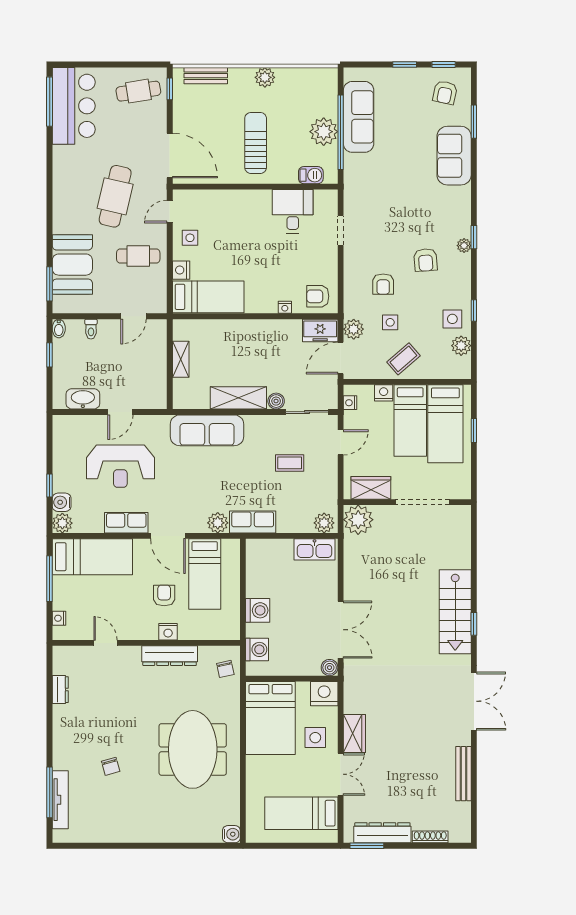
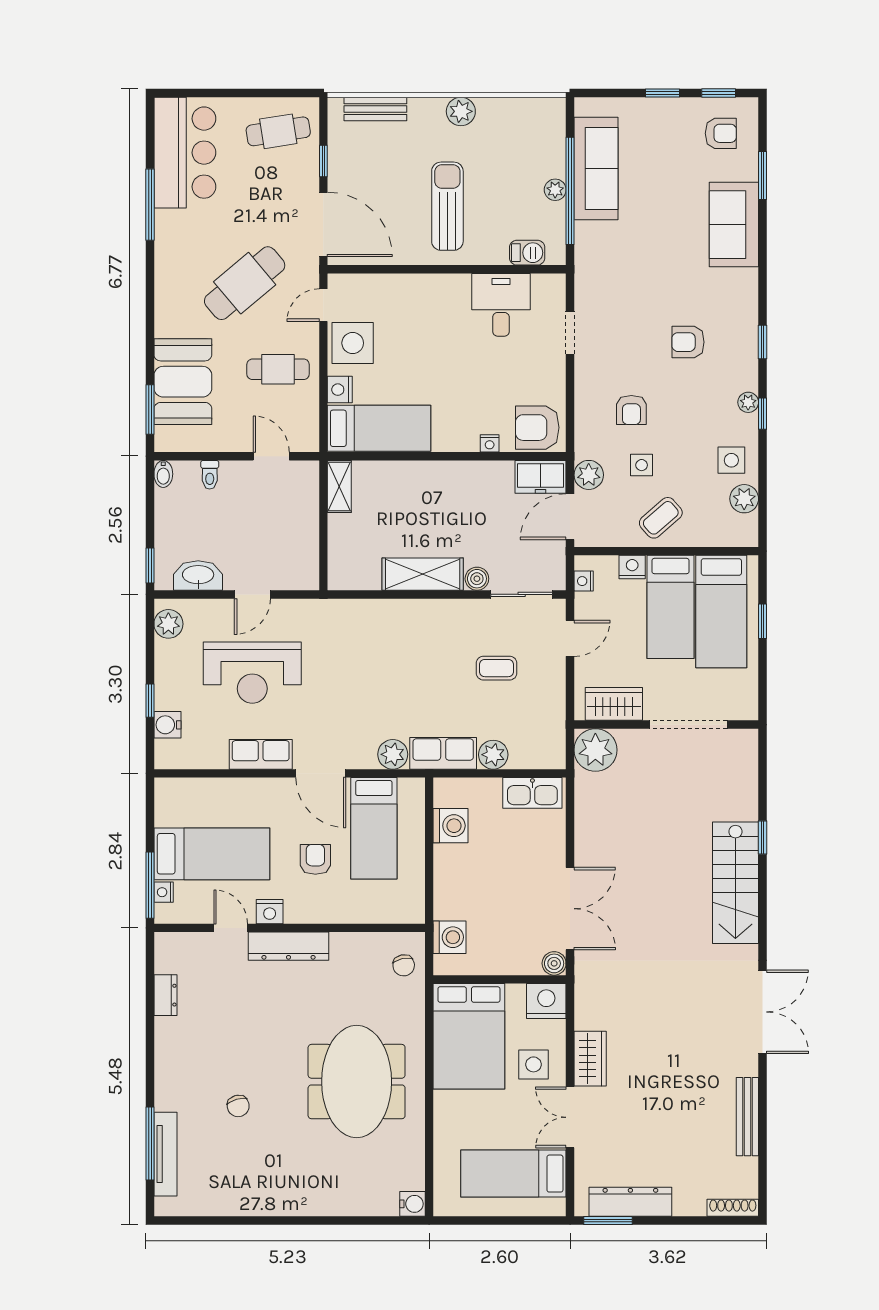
window: (170, 89) -> (323, 161), moved
armchair: (445, 93) -> (721, 133), turned -102
window: (50, 102) -> (150, 205), moved
plant: (324, 132) -> (555, 190), width x0.53, depth x0.53
cafe table: (115, 196) -> (245, 283), turned 37
side table: (190, 238) -> (353, 343), width x1.87, depth x1.87
plant: (464, 246) -> (748, 402), moved
armchair: (426, 260) -> (688, 342), moved, turned 94
armchair: (318, 296) -> (537, 428), width x1.38, depth x1.38
window: (474, 310) -> (762, 414), moved
door: (134, 316) -> (271, 456), swing flipped
window: (50, 355) -> (150, 565), moved
shelving: (181, 359) -> (339, 486), moved
sofa: (207, 430) -> (377, 621), removed
plant: (62, 523) -> (168, 624), moved
plant: (324, 523) -> (493, 755), moved
bed: (92, 557) -> (212, 854), moved
window: (50, 579) -> (150, 885), moved
washing machine: (258, 610) -> (450, 826), moved
window: (474, 624) -> (762, 837), moved
nightstand: (168, 632) -> (270, 912), moved
dresser: (170, 656) -> (289, 946), moved
double door: (341, 774) -> (570, 1117), swing flipped
shoe rack: (430, 837) -> (733, 1208), moved

